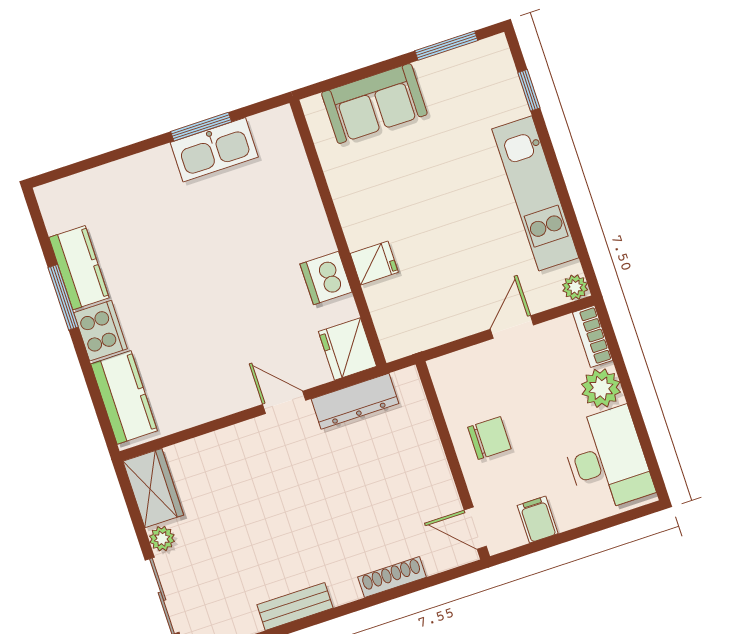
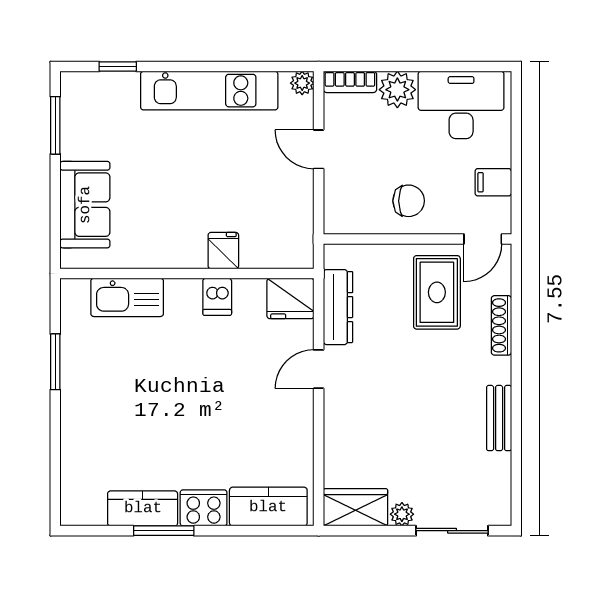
kitchen sink: (214, 150) -> (127, 297), moved, turned 90
dishwasher: (326, 278) -> (217, 297), width x0.73
chair: (489, 438) -> (409, 201), turned 90
rug: (404, 499) -> (437, 292), added

